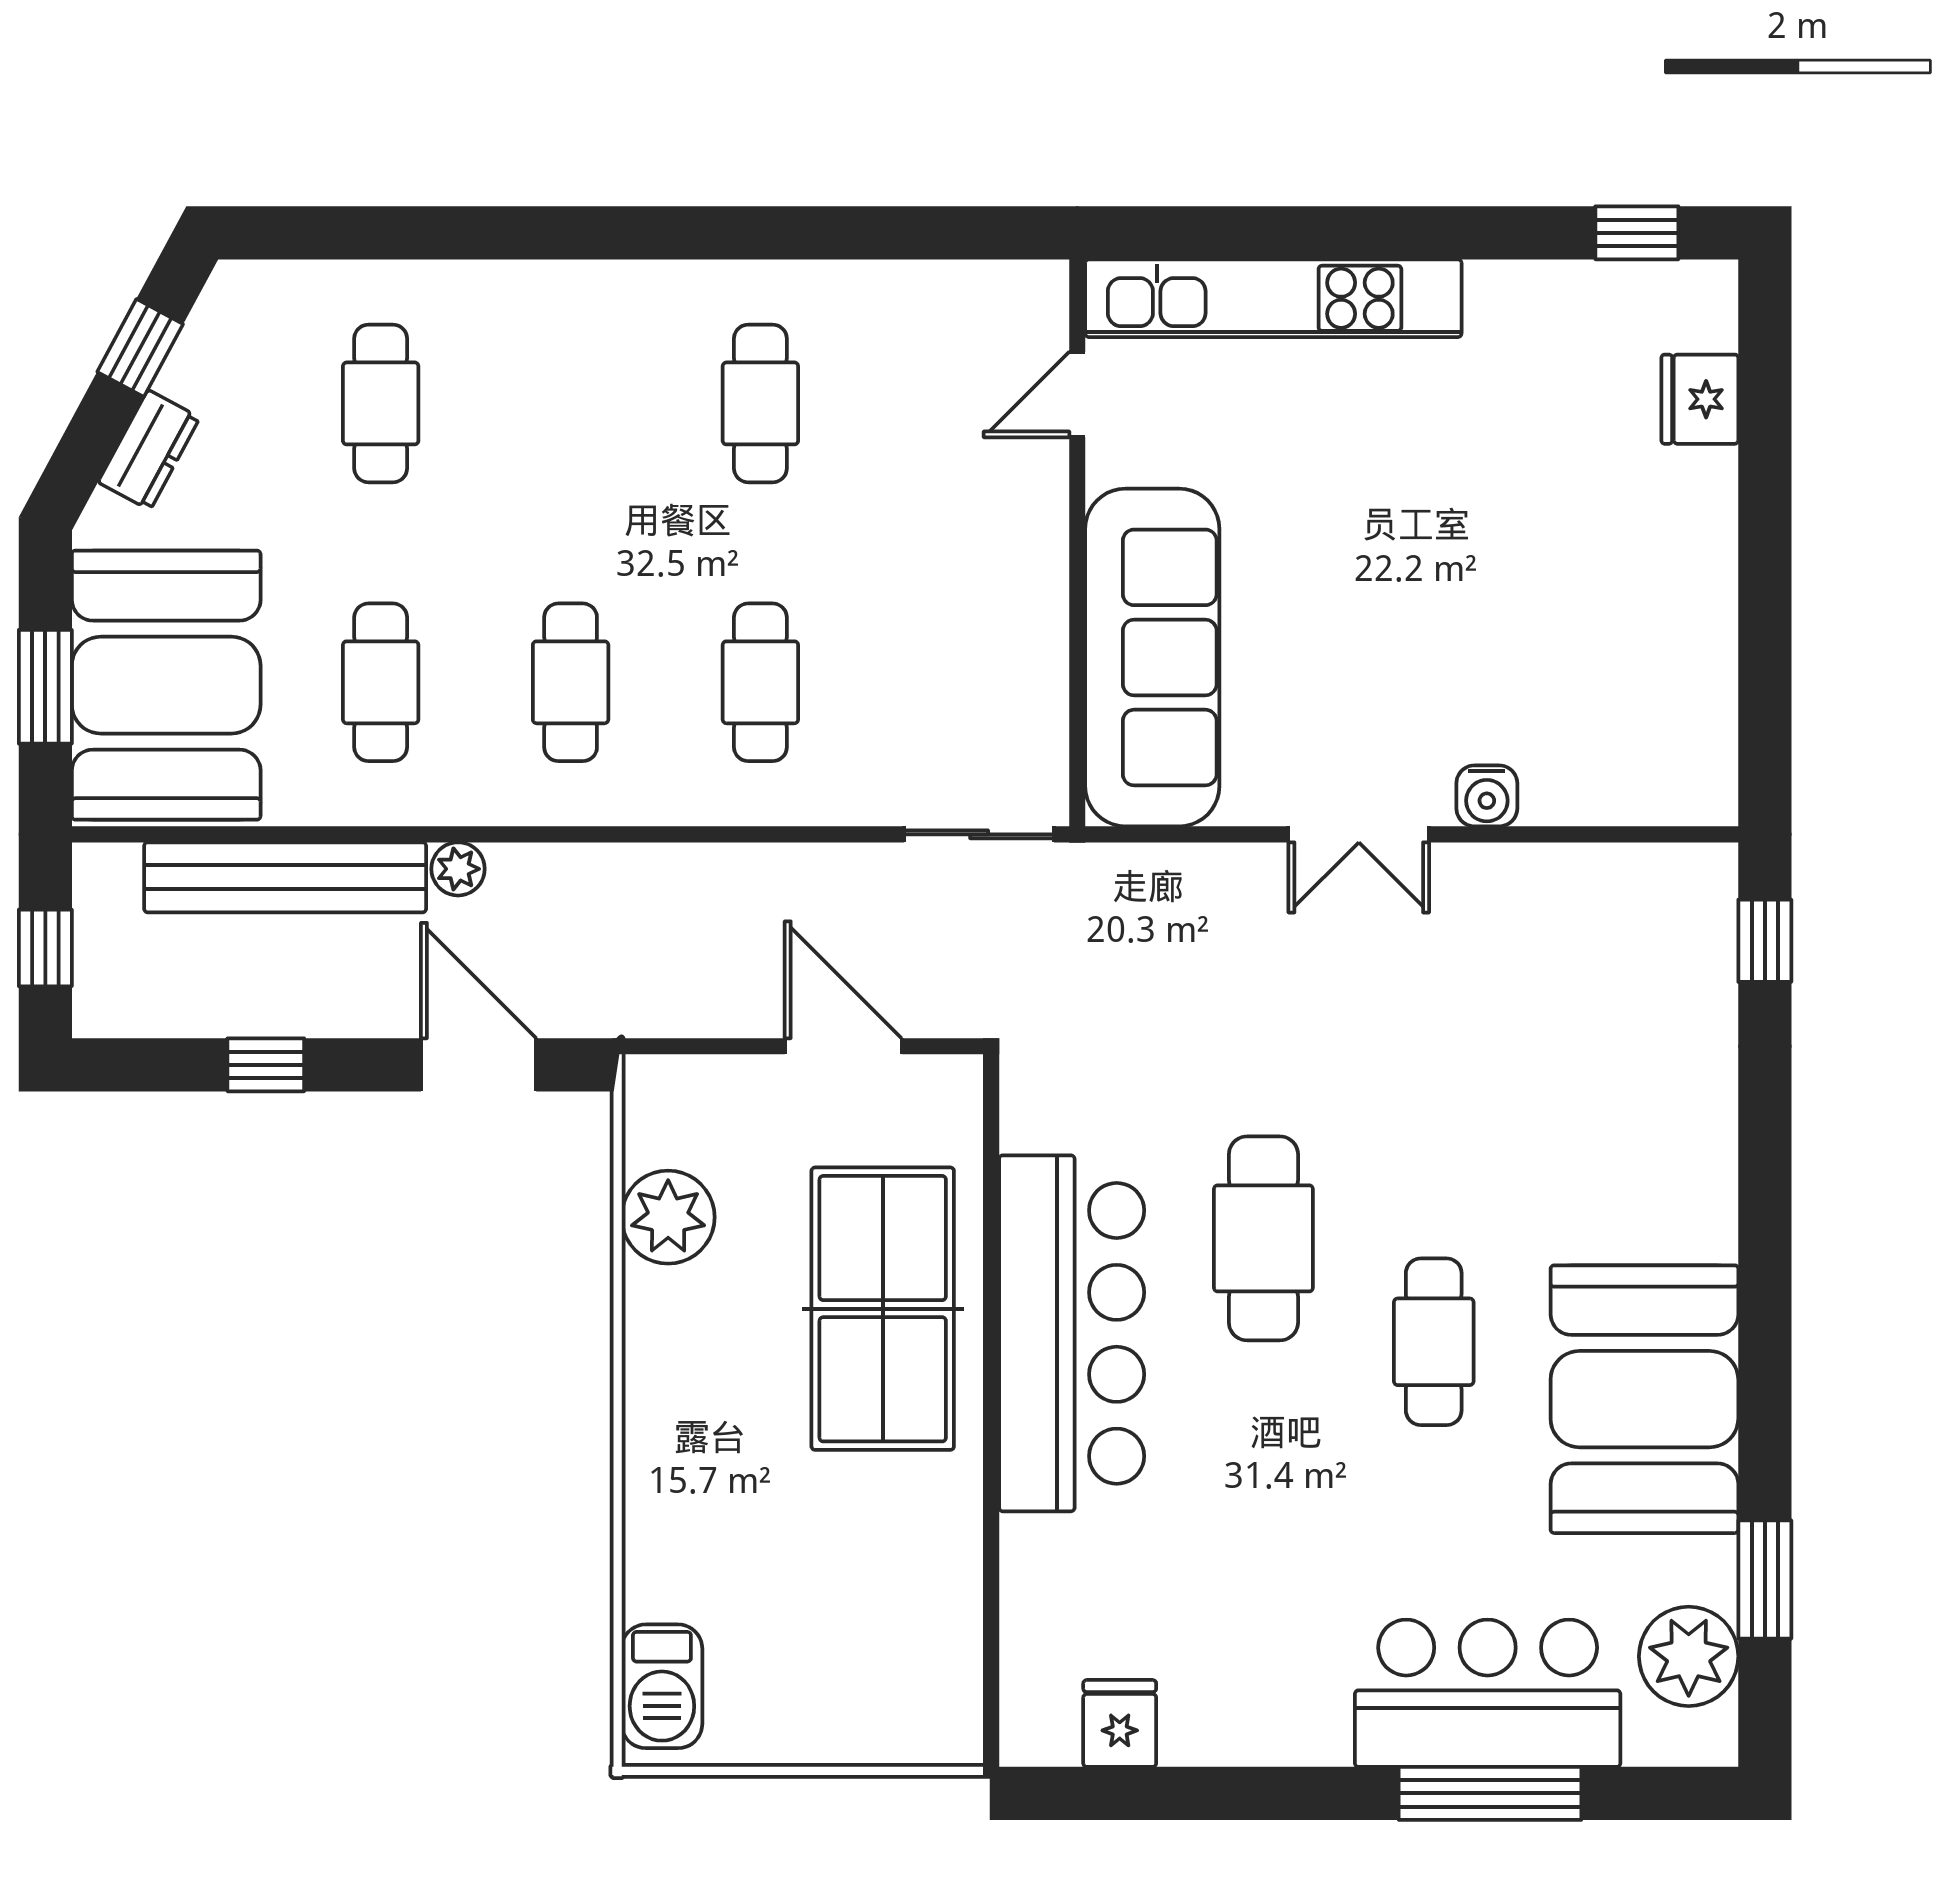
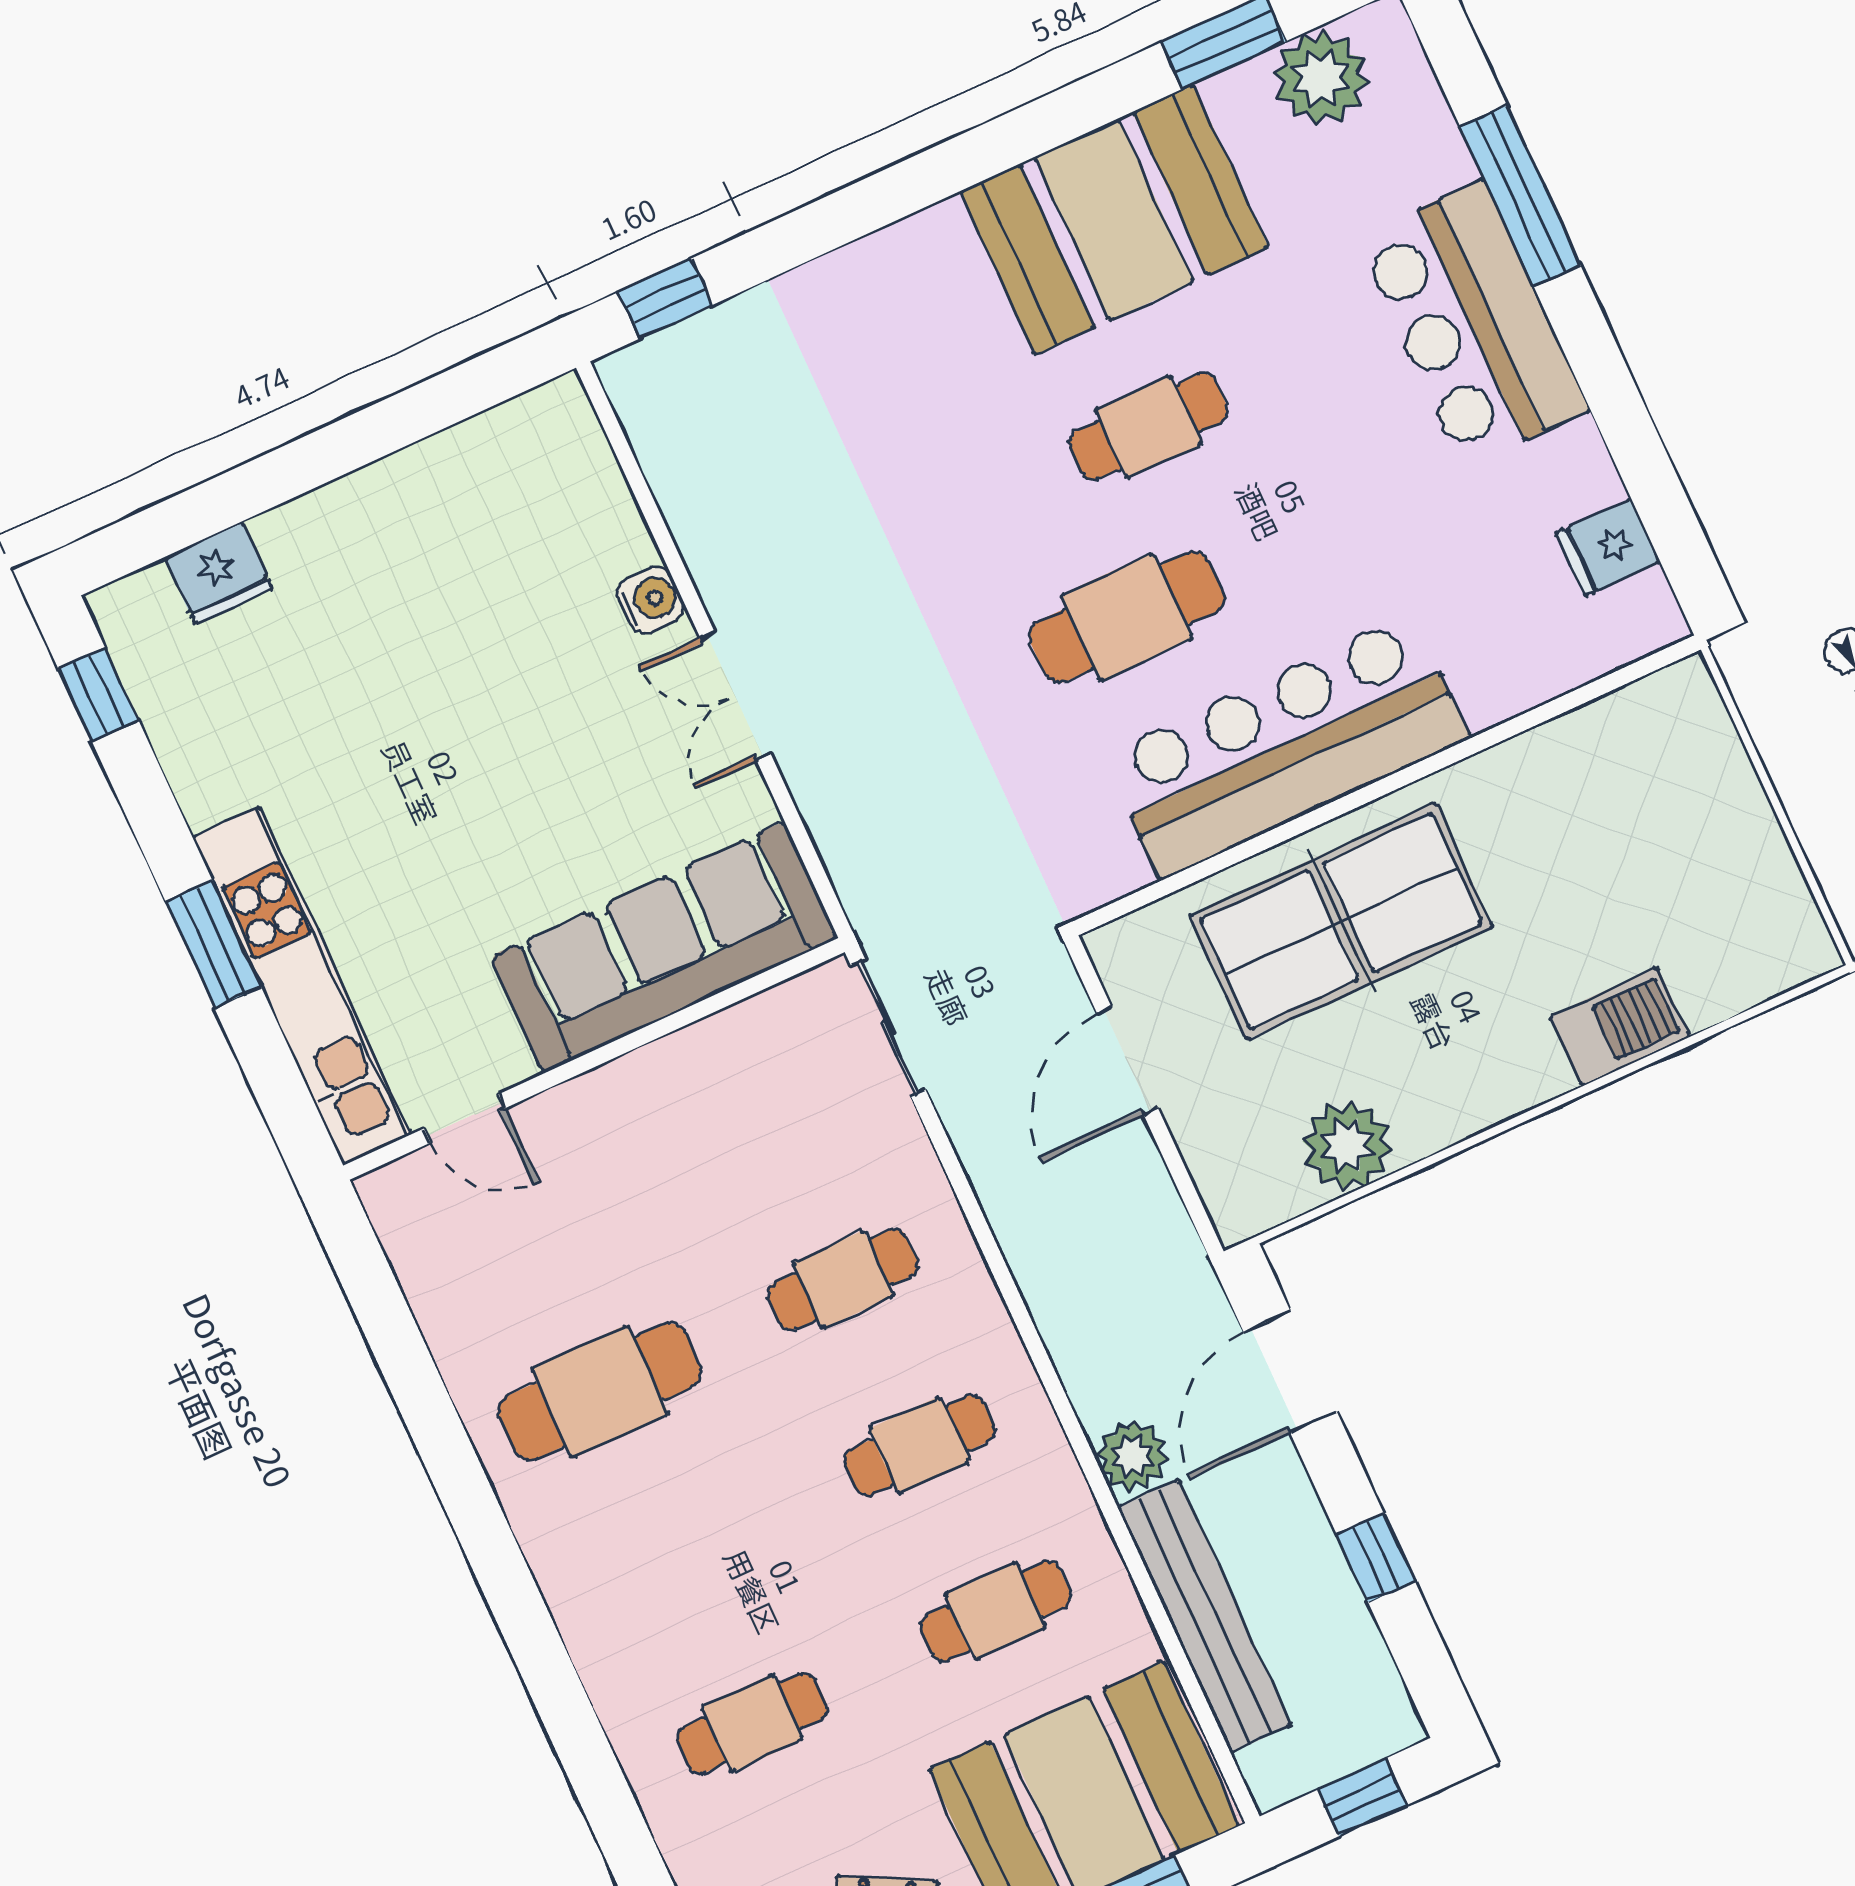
window: (1351, 233) -> (213, 944), added
cafe table: (760, 403) -> (600, 1392), width x1.37, depth x1.35
double door: (1359, 834) -> (735, 696), swing flipped
plant: (458, 869) -> (1132, 1456), width x1.38, depth x1.38
barbecue: (662, 1686) -> (1619, 1027), moved
bar counter: (1488, 1693) -> (1473, 324), moved

